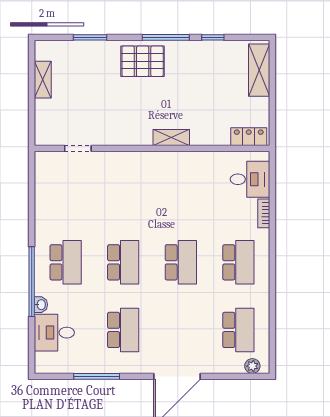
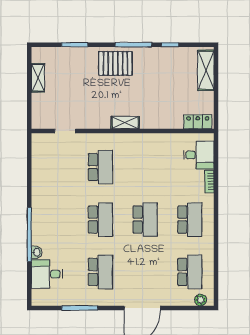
shelving: (171, 138) -> (125, 123), moved
school desk: (66, 262) -> (100, 167), moved

